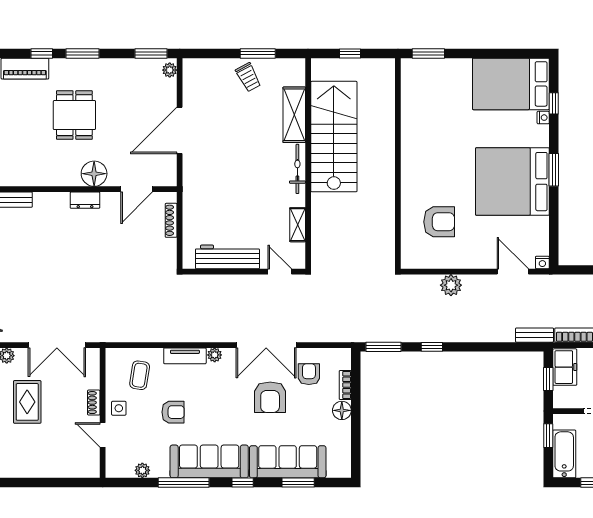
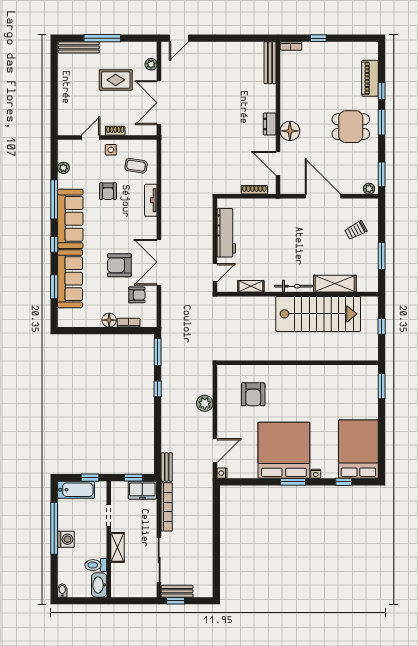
trolley: (248, 77) -> (356, 230), moved
dining table: (74, 115) -> (351, 127), moved
nightstand: (543, 118) -> (316, 474), moved
plant: (215, 355) -> (152, 223), removed

